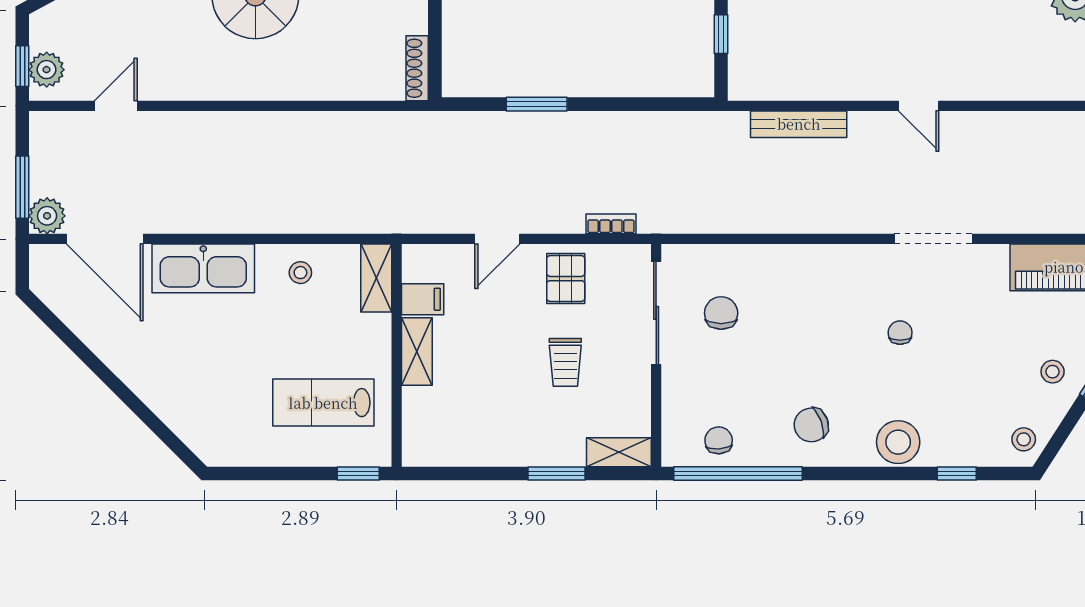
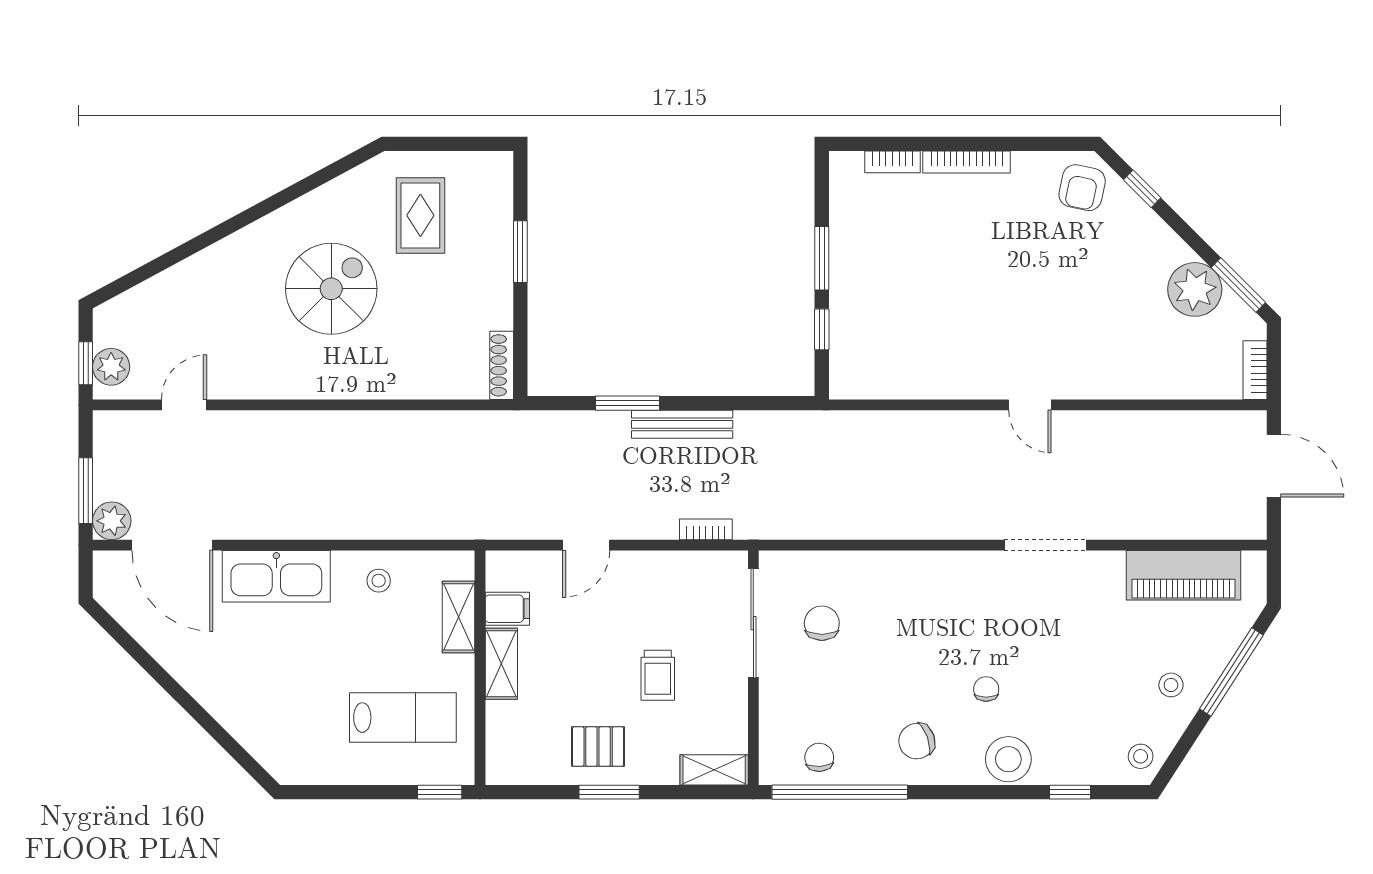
bench: (799, 124) -> (682, 424), moved
shelving: (376, 278) -> (459, 617), moved
pallet: (566, 279) -> (598, 747), moved, turned 90
chair: (900, 333) -> (986, 689), moved
lab bench: (323, 403) -> (403, 718), turned 180
window: (556, 473) -> (609, 792), moved

